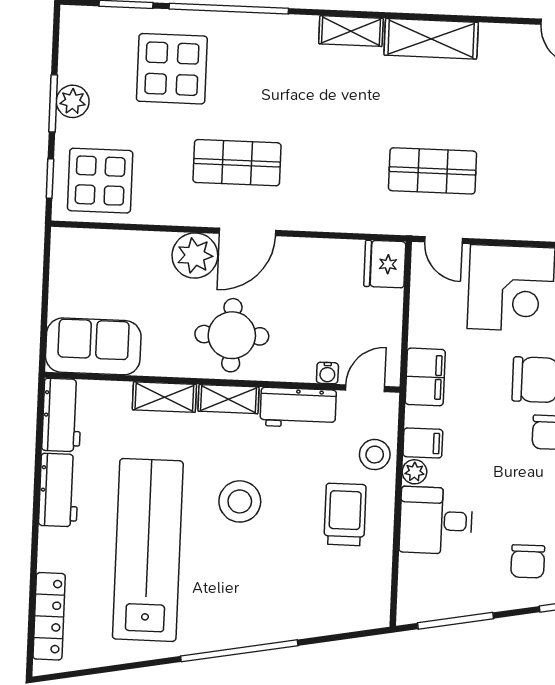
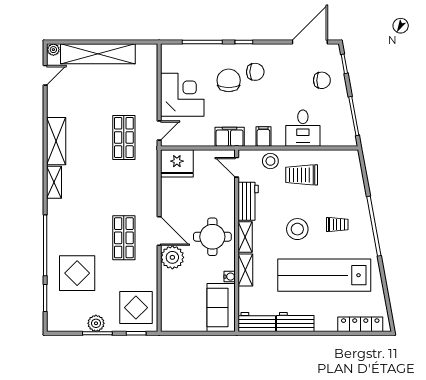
fridge: (385, 264) -> (177, 163), width x1.36, depth x1.34
water cooler: (327, 373) -> (230, 277), moved
plant: (415, 472) -> (278, 140), removed
trolley: (245, 580) -> (337, 225), added

